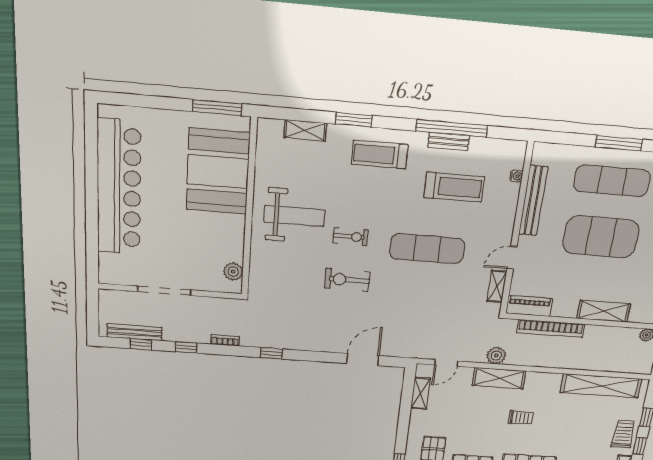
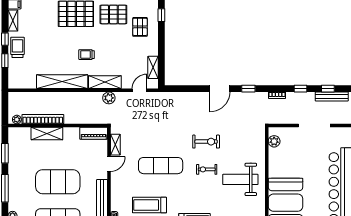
bookcase: (551, 329) -> (43, 119), moved
door: (363, 360) -> (220, 89), moved
shelving: (601, 386) -> (62, 82), moved
trolley: (623, 434) -> (17, 47), turned 180

